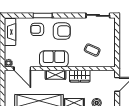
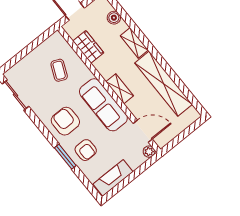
sofa: (54, 59) -> (103, 105), width x1.36
door: (22, 69) -> (143, 131), hinge flipped
wardrobe: (80, 76) -> (88, 47), moved

